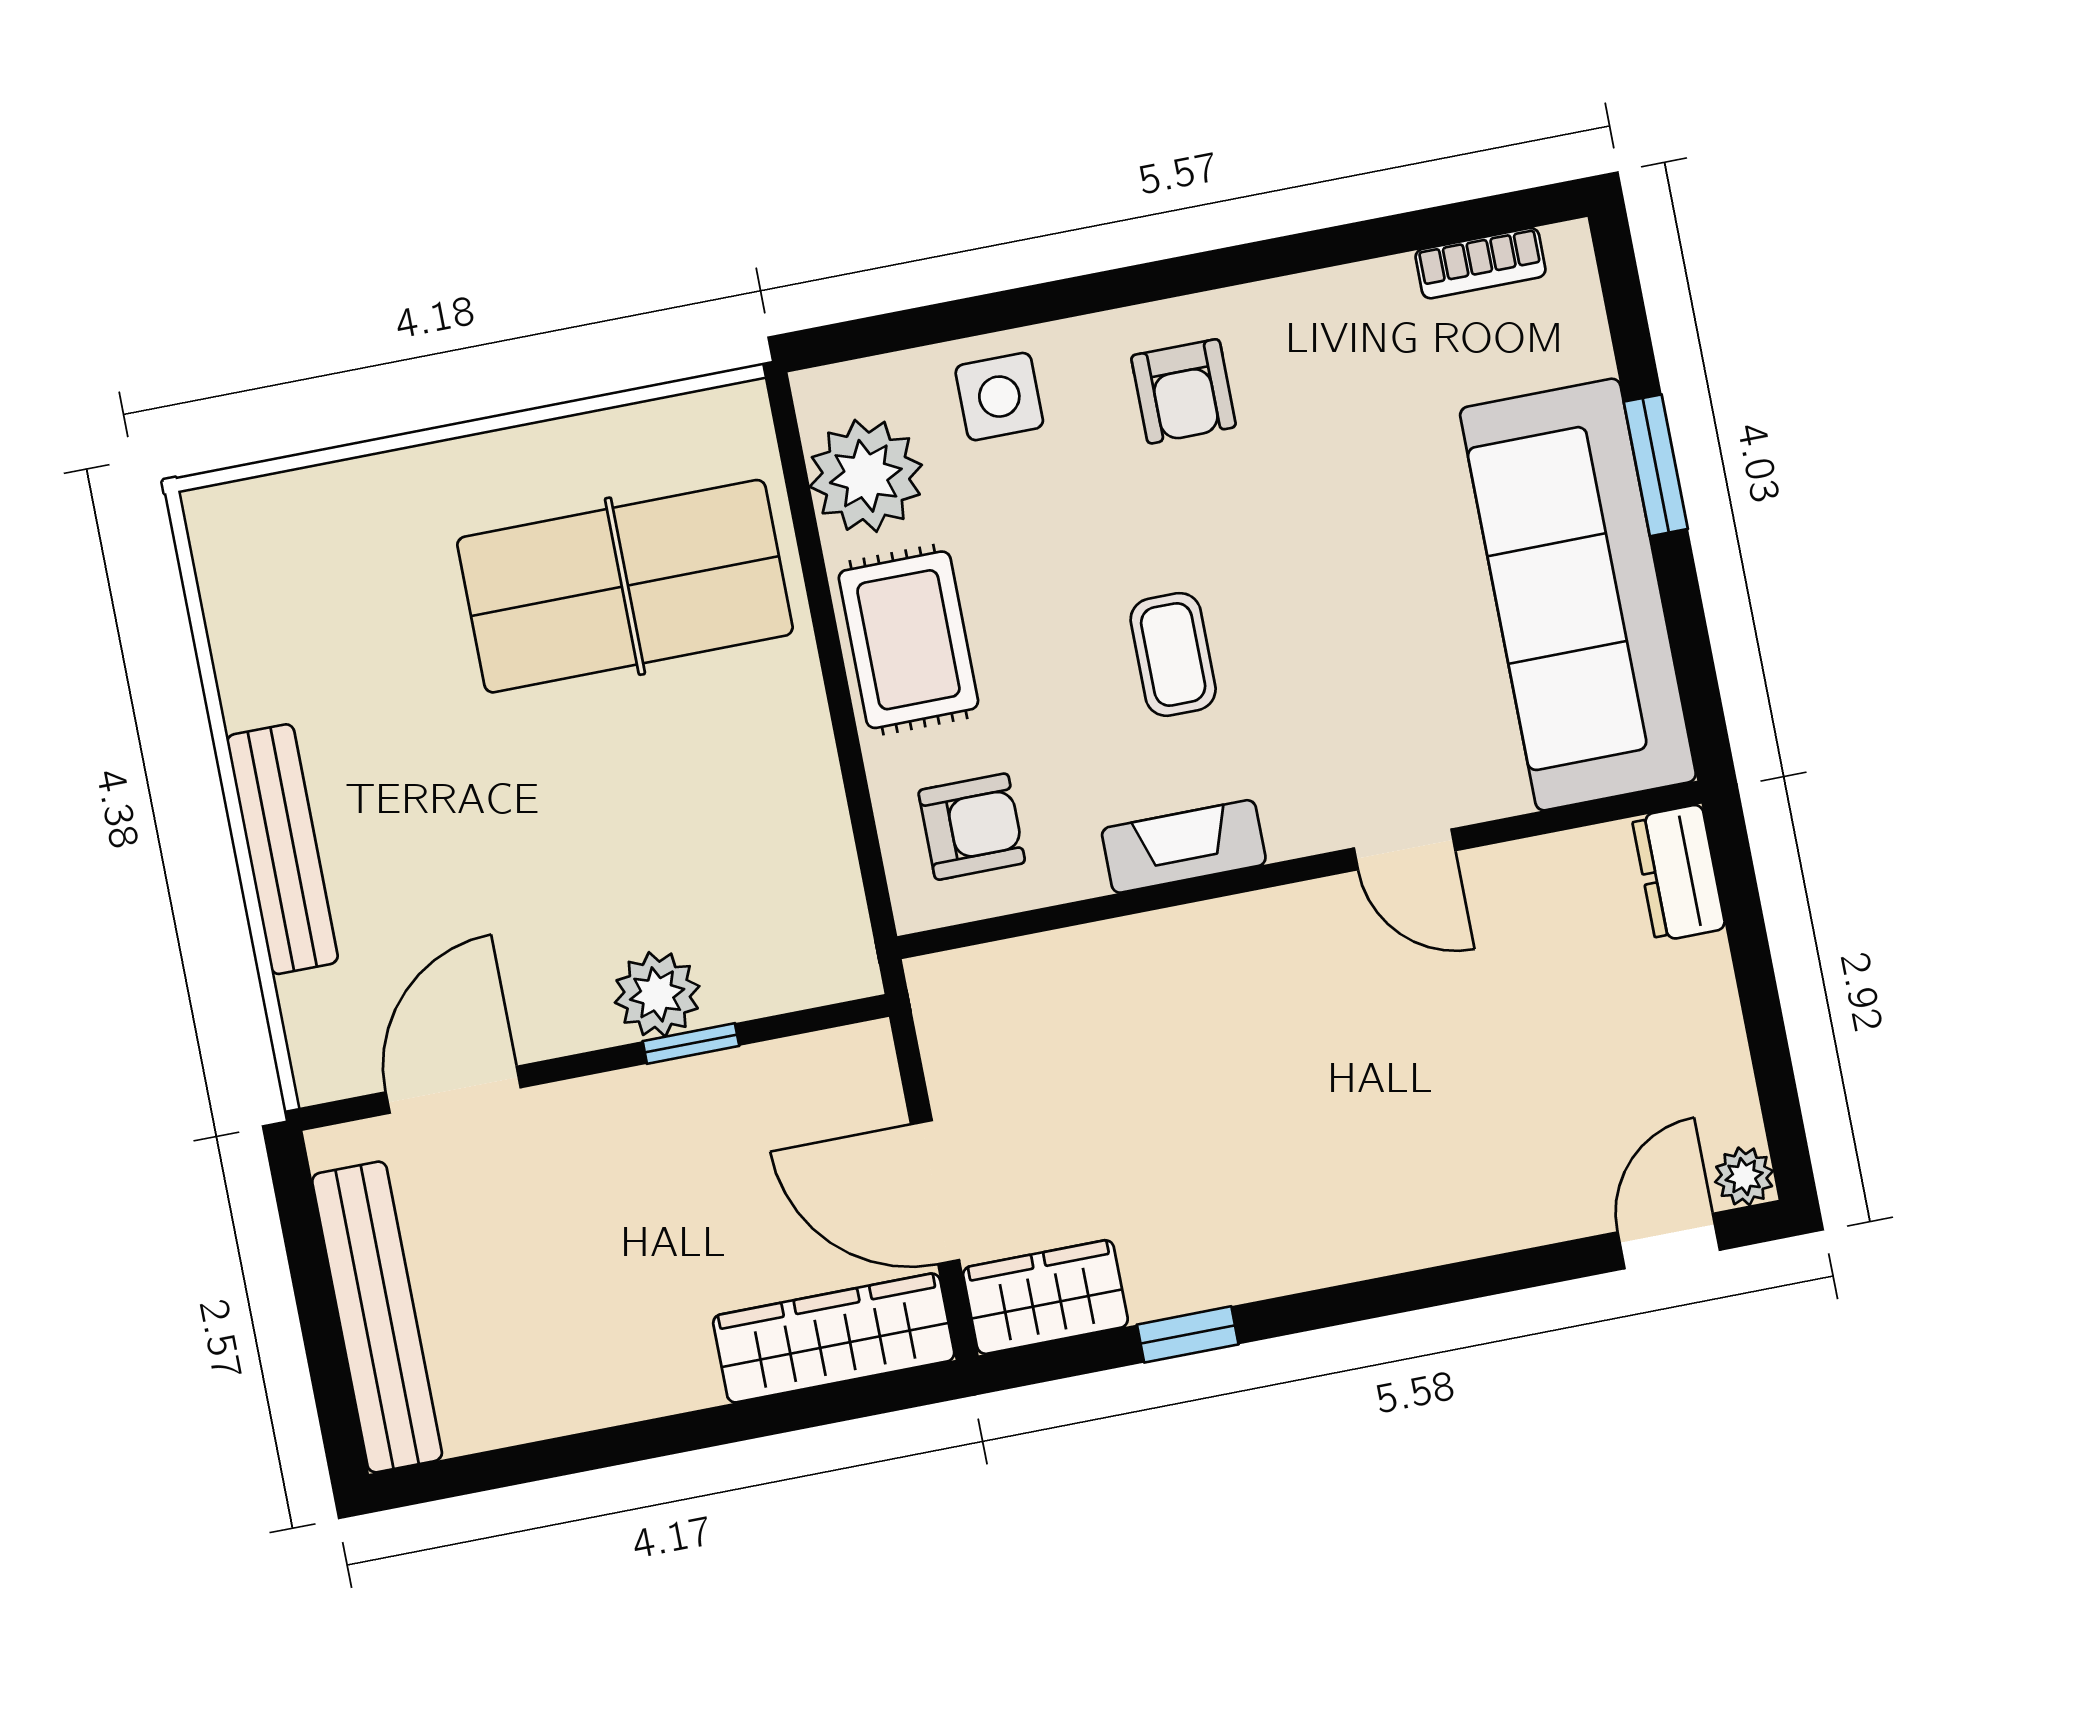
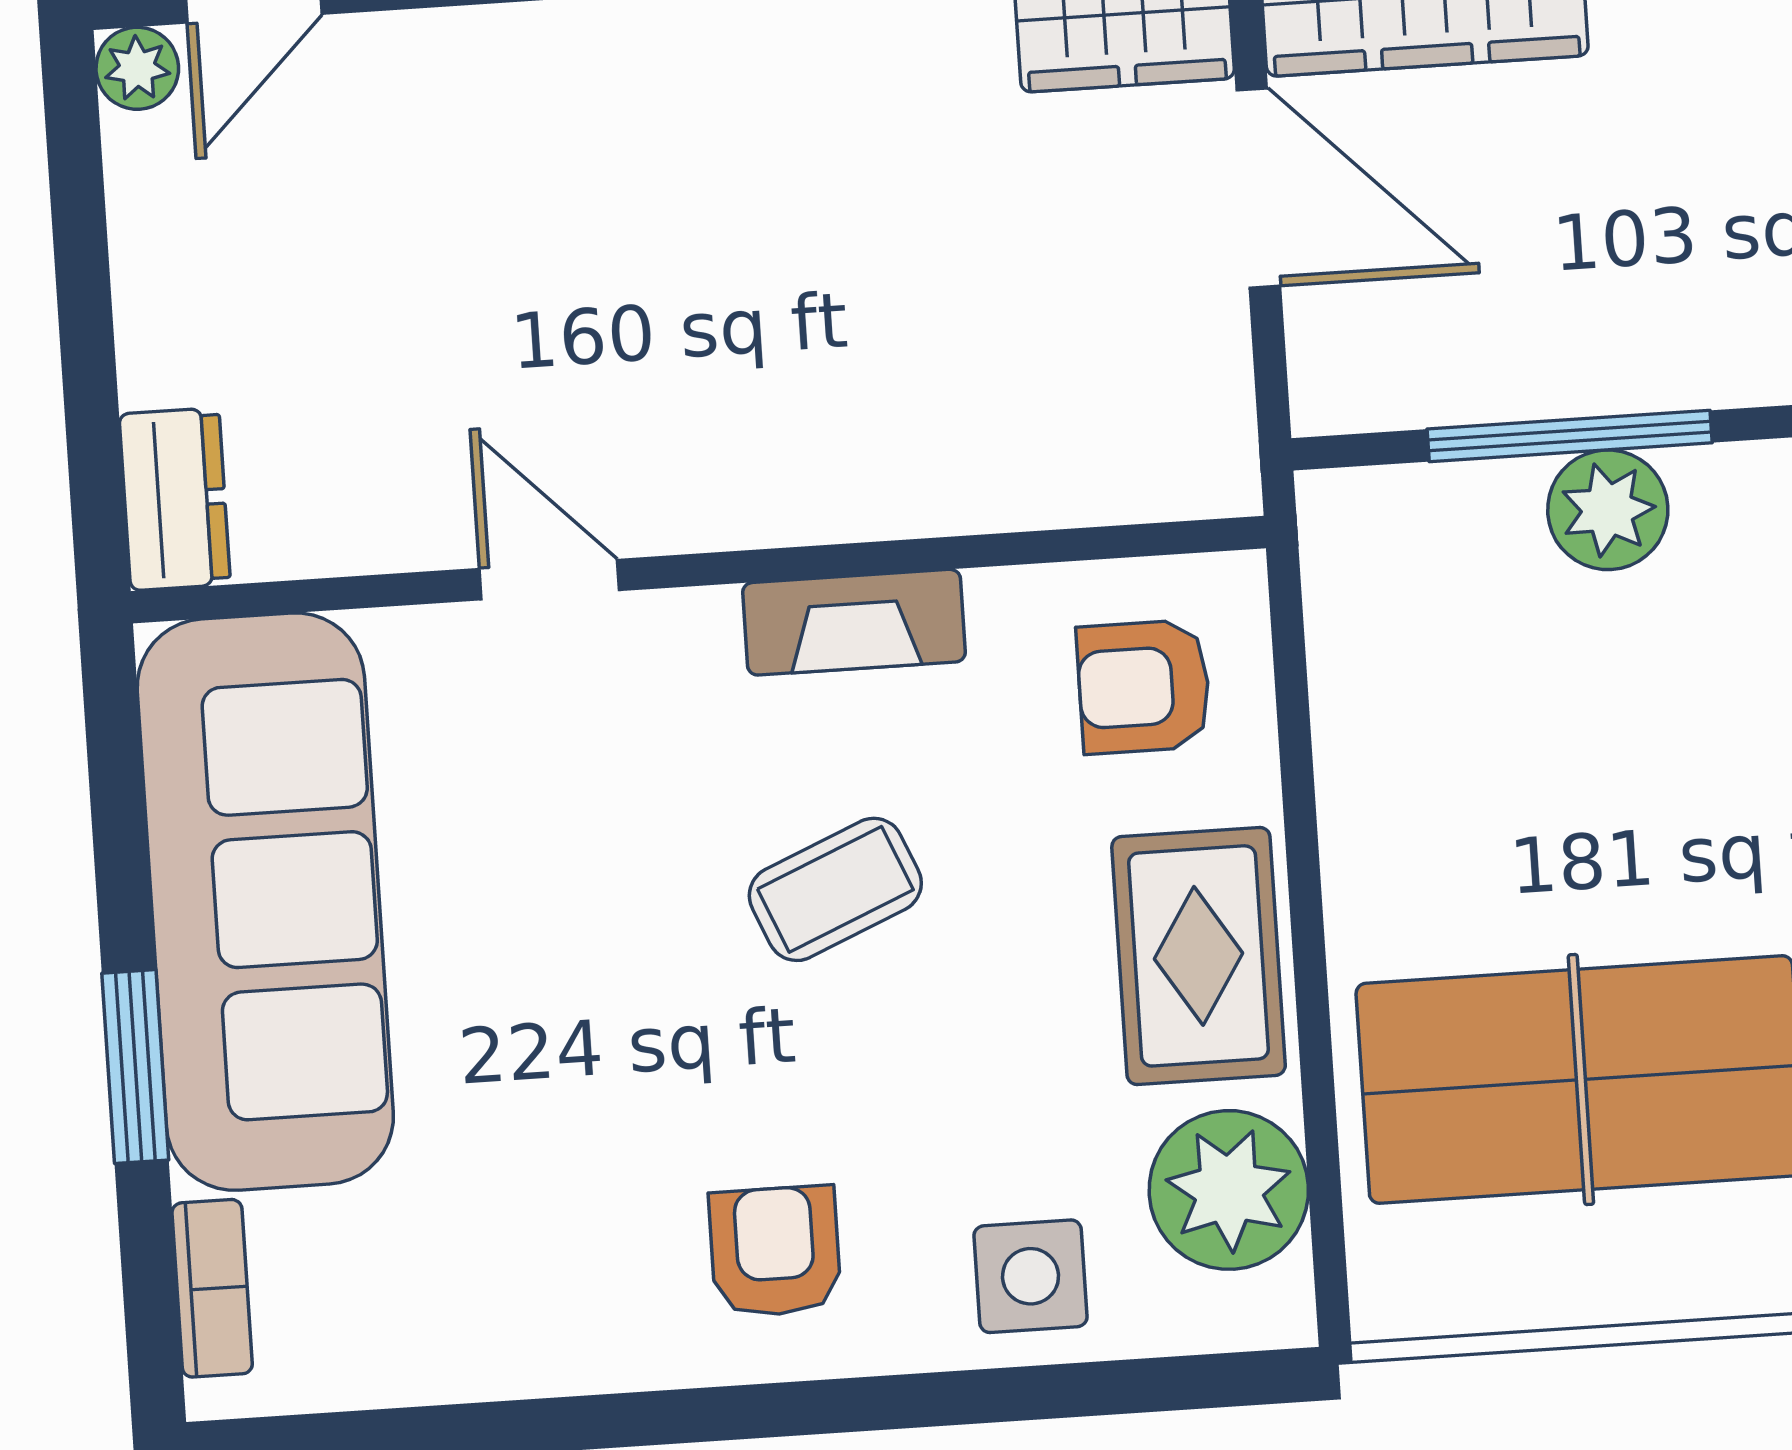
bookcase: (1480, 263) -> (212, 1288), moved, turned 90
coffee table: (1173, 654) -> (835, 889), turned 67
window: (691, 1044) -> (1570, 436), width x2.17

